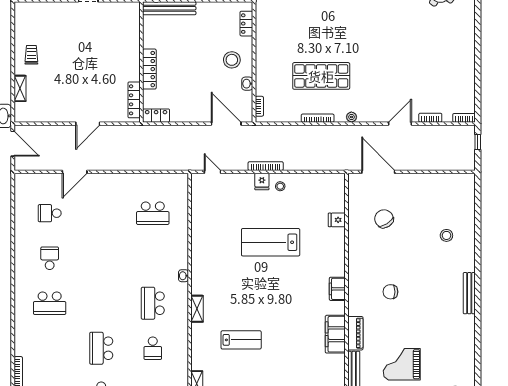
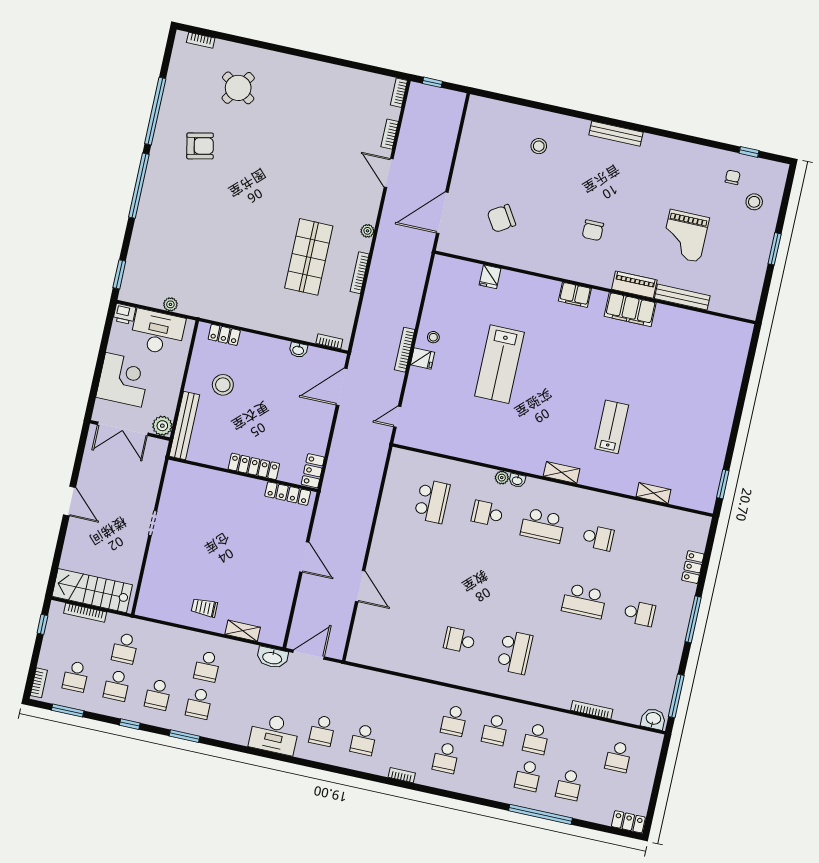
stool: (232, 60) -> (223, 385), moved
school desk: (50, 213) -> (487, 513), moved, turned 90
plant: (183, 263) -> (502, 478), added

